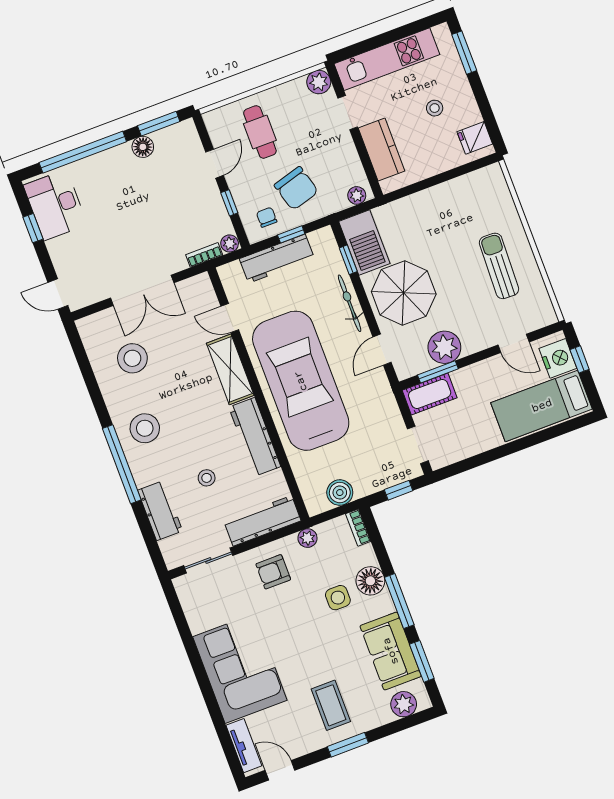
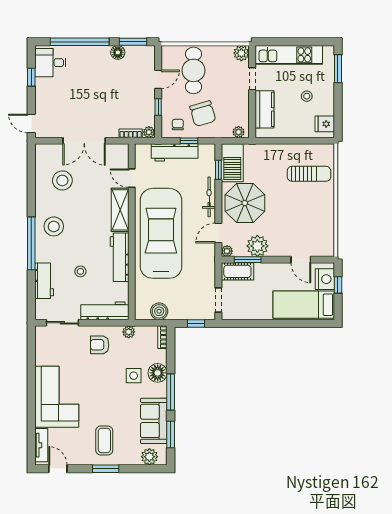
cafe table: (260, 132) -> (193, 70), width x1.37, depth x1.35
desk: (55, 205) -> (50, 63), width x0.73
sun lounger: (499, 266) -> (309, 174), moved, turned 88
plant: (404, 371) -> (227, 251), added

